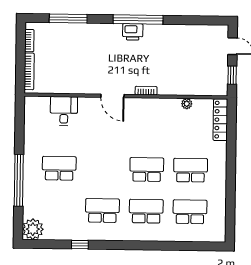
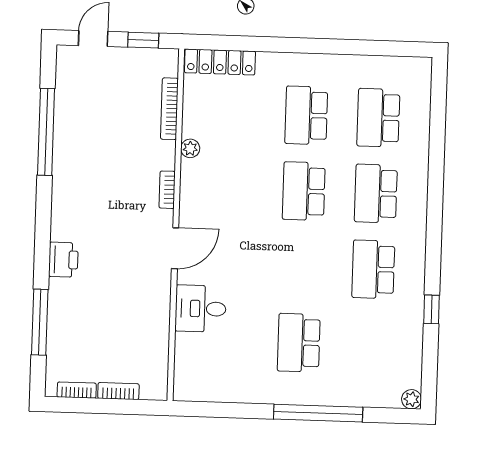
window: (138, 19) -> (46, 132), moved
printer: (133, 32) -> (63, 260), moved
bookcase: (29, 71) -> (118, 391), width x0.64
bookcase: (193, 91) -> (169, 109), added
plant: (187, 104) -> (190, 148), moved
desk: (64, 111) -> (201, 309), moved
plant: (33, 229) -> (411, 399), width x0.53, depth x0.53

